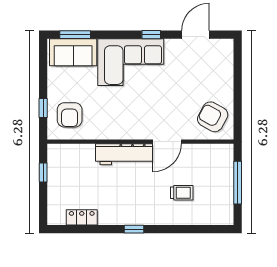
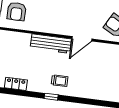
trolley: (182, 193) -> (60, 81), moved

